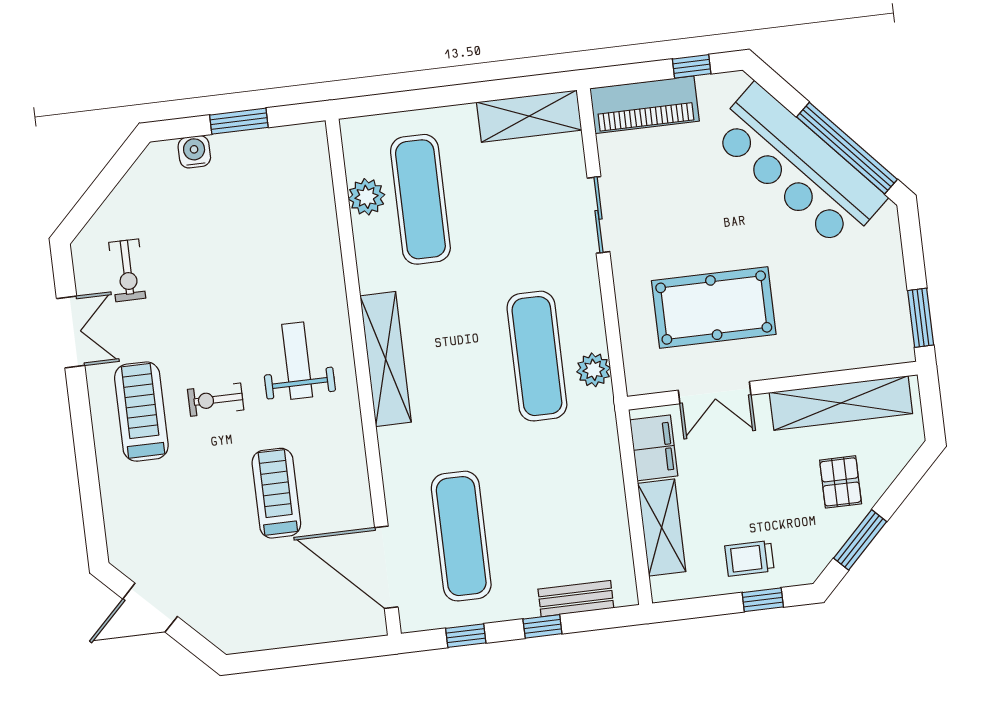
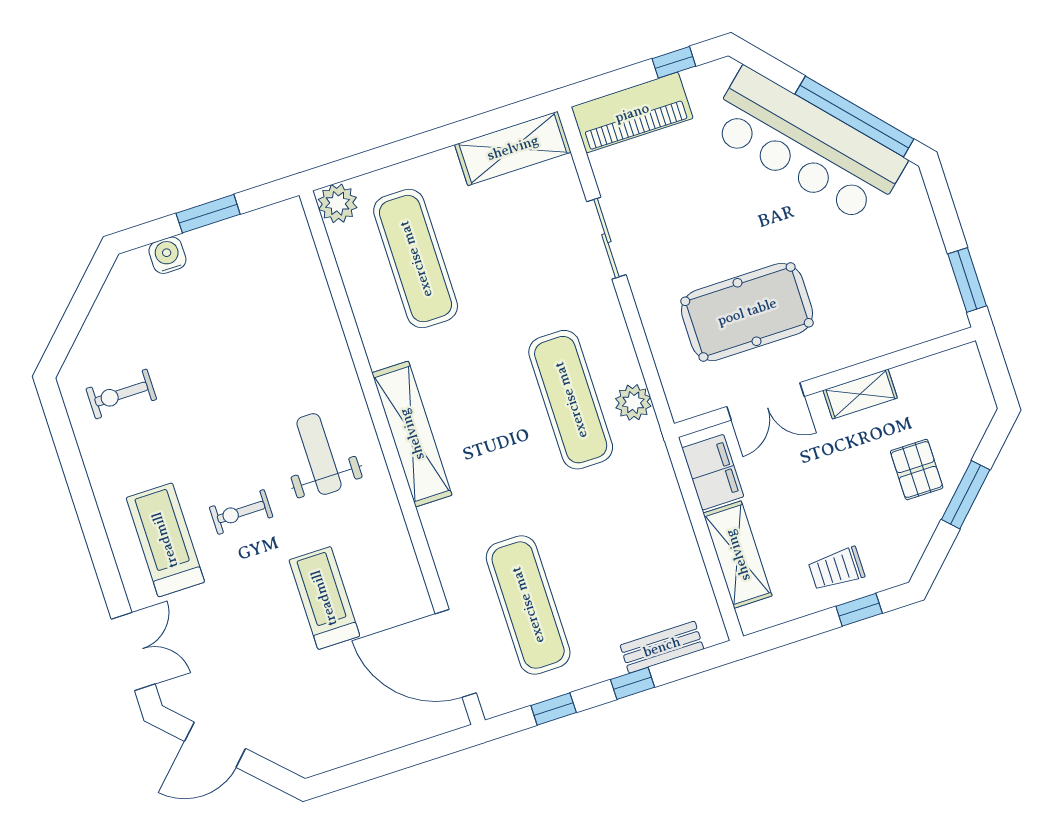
plant: (367, 197) -> (338, 203), moved
exercise bike: (127, 270) -> (121, 394), turned 90
double door: (71, 332) -> (133, 652), moved
shelving: (841, 403) -> (860, 394), width x0.45, depth x0.75
window: (860, 540) -> (966, 495), moved

